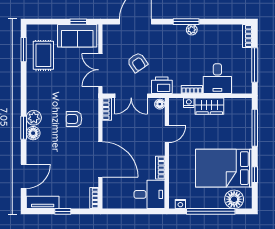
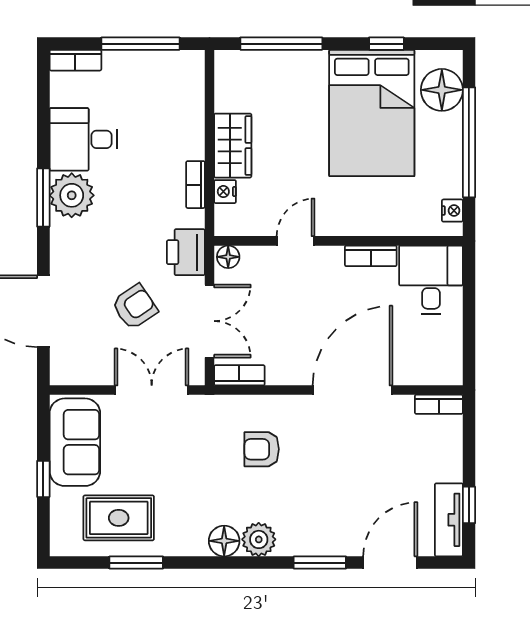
window: (78, 22) -> (43, 479), moved
plant: (192, 30) -> (72, 195), width x1.88, depth x1.88
window: (24, 50) -> (136, 563), moved
double door: (100, 70) -> (152, 390), swing flipped
desk: (217, 79) -> (83, 139), moved, turned 180
armchair: (74, 119) -> (262, 449), turned 90
window: (24, 128) -> (320, 563), moved
floor lamp: (33, 133) -> (224, 541), moved
door: (167, 134) -> (296, 241), hinge flipped
door: (24, 176) -> (390, 563), hinge flipped
window: (63, 211) -> (469, 505), moved

